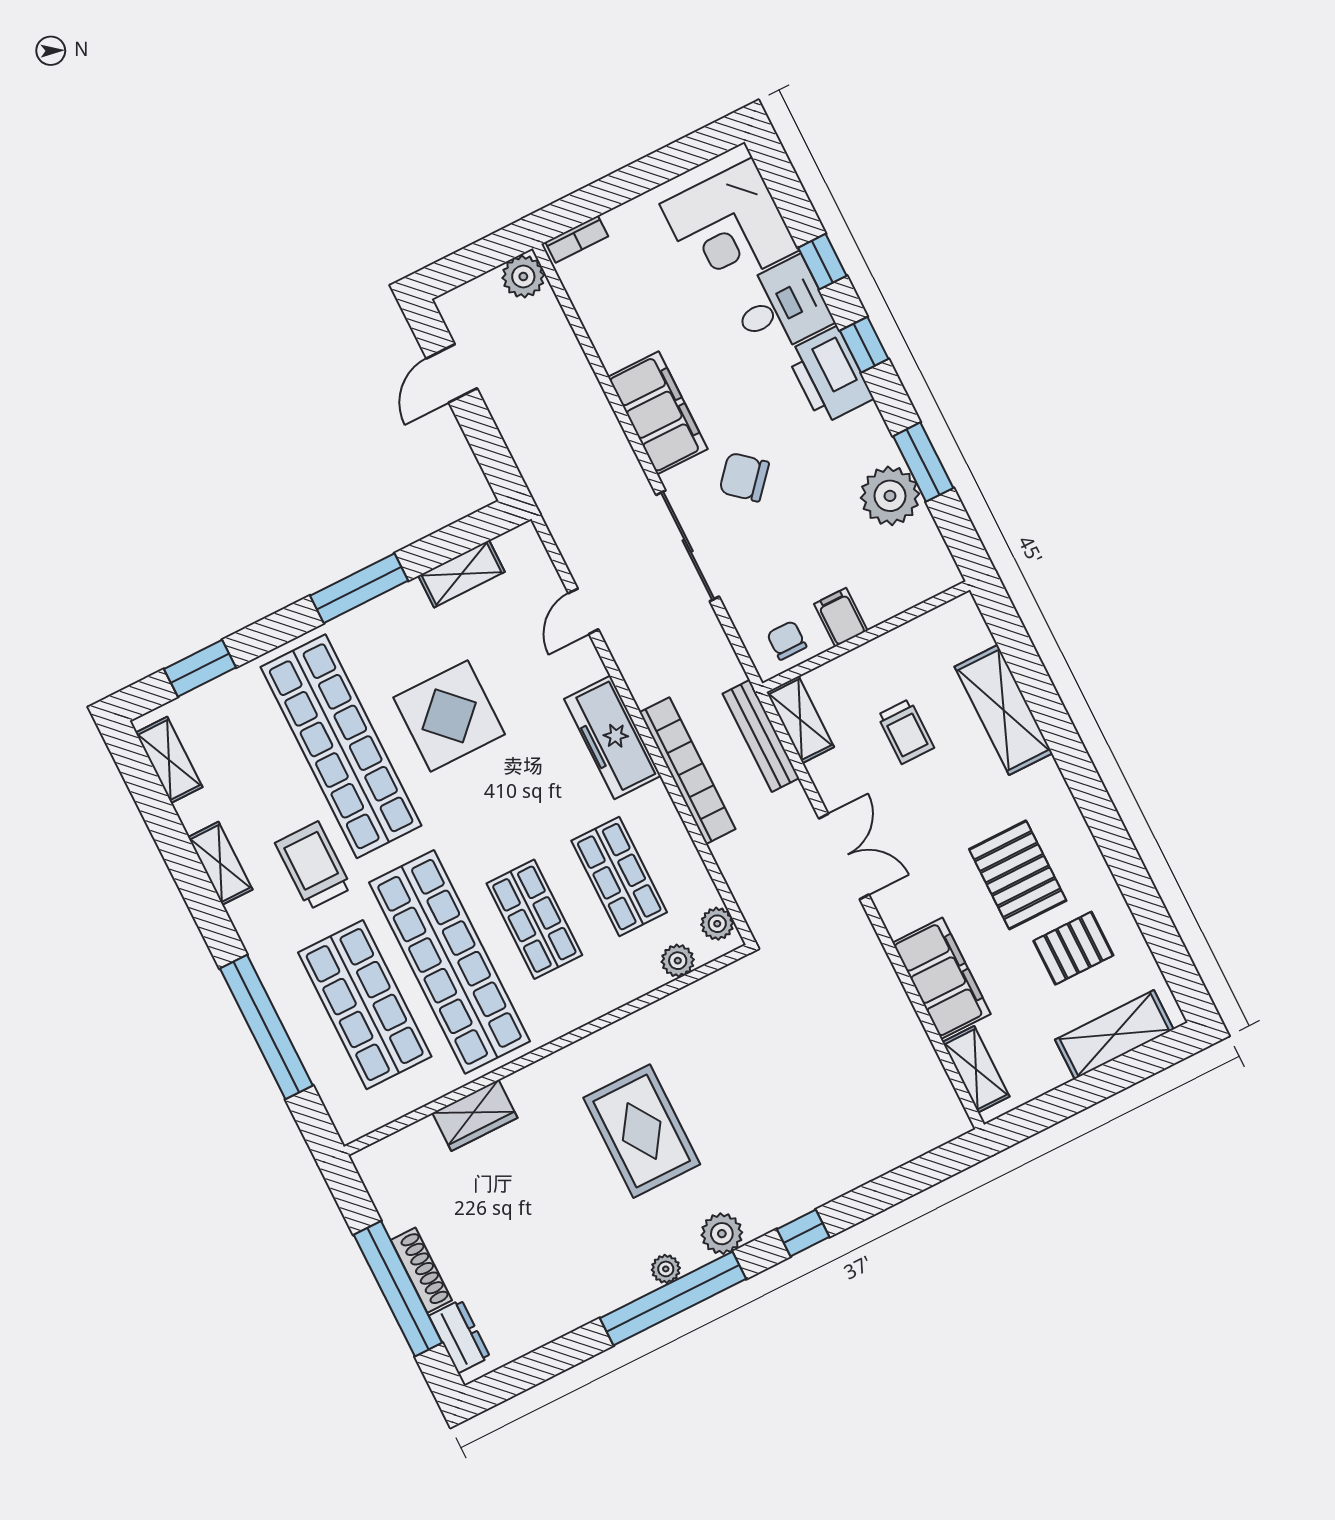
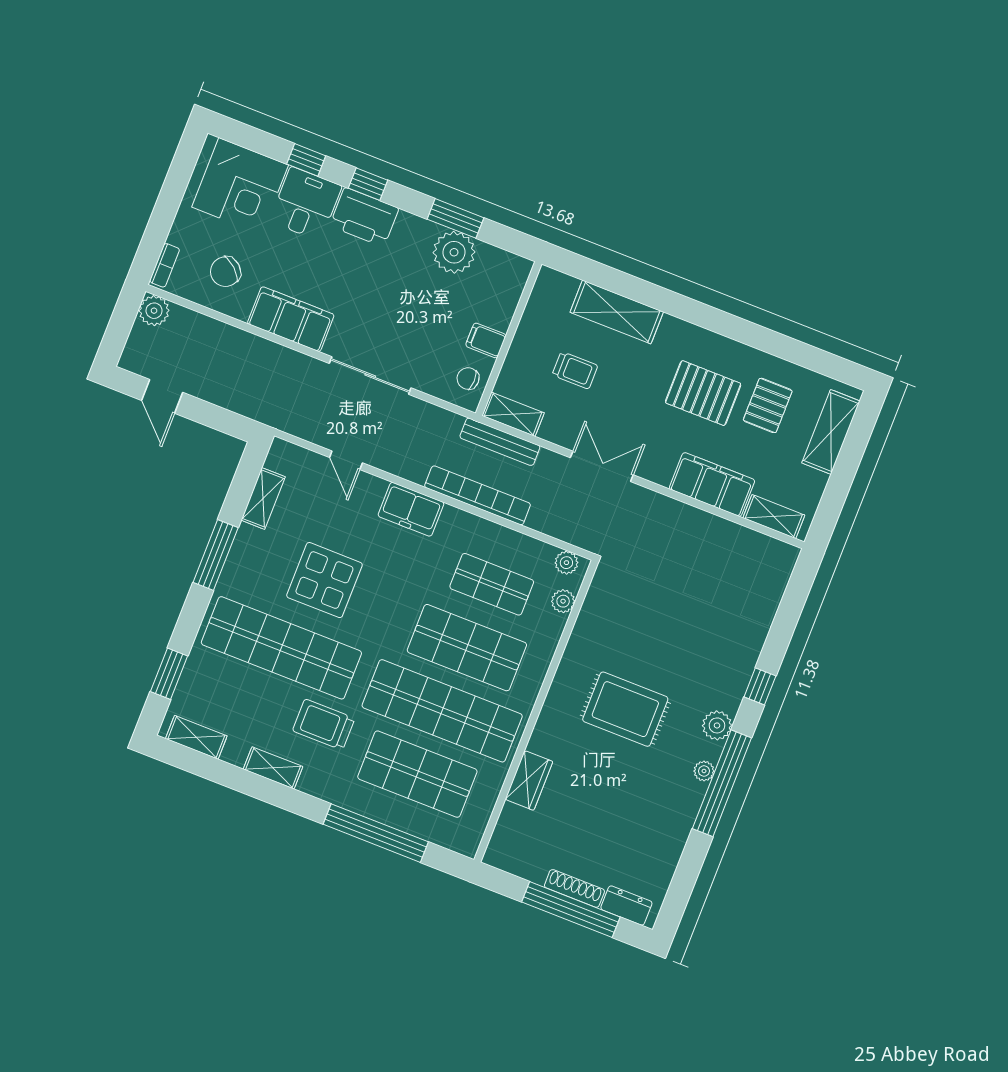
chair: (744, 477) -> (225, 272), moved
freezer: (612, 737) -> (411, 509), width x0.71
shop shelf: (534, 919) -> (467, 648), width x1.43, depth x1.36

